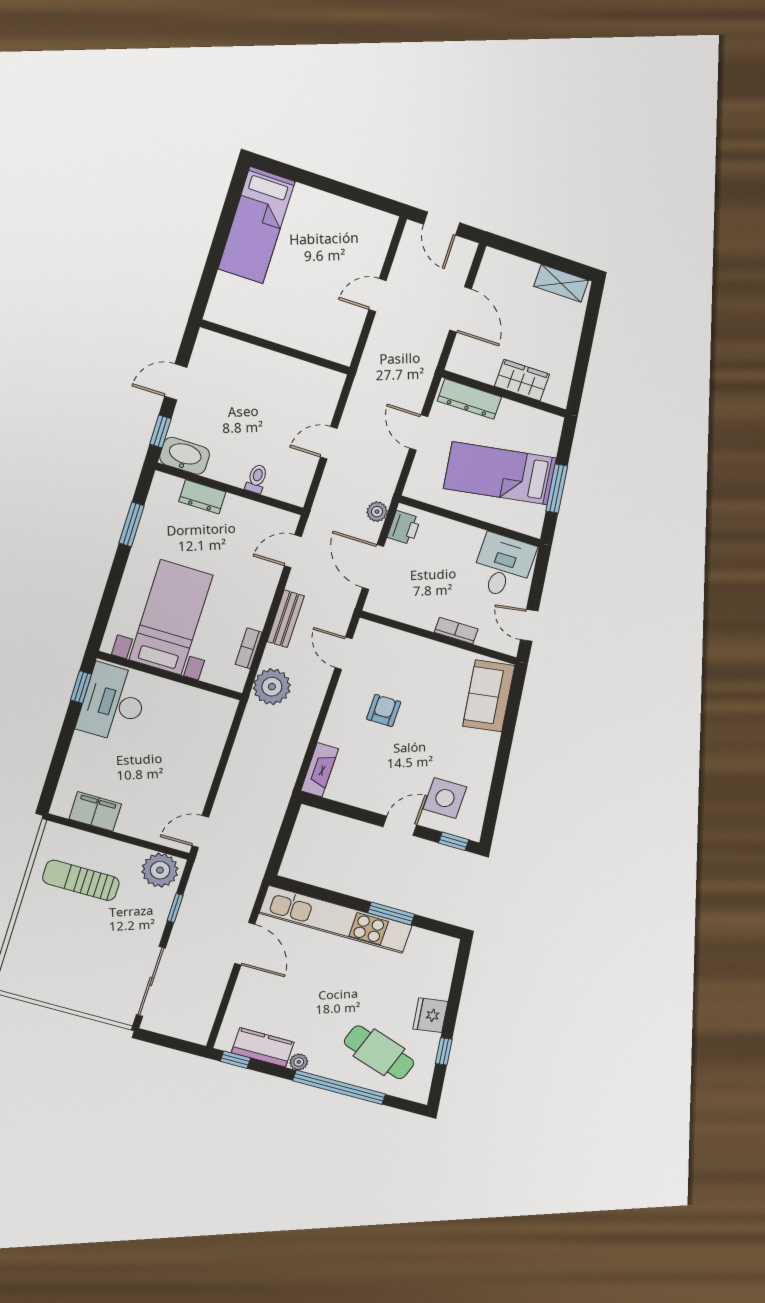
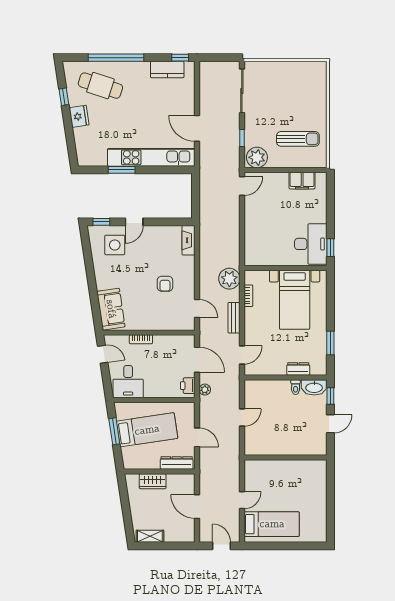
bed: (256, 225) -> (272, 524), moved, turned 90
toilet: (257, 479) -> (296, 387), moved
plant: (299, 1062) -> (144, 67), removed

